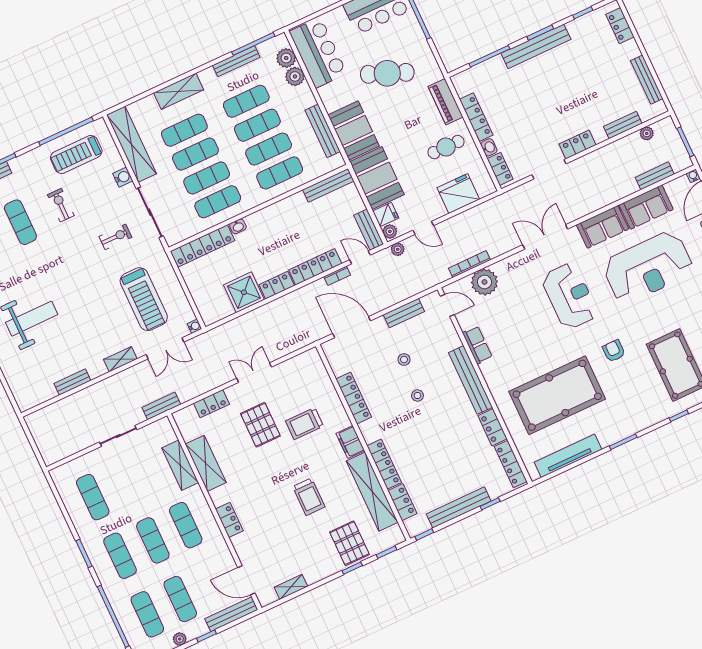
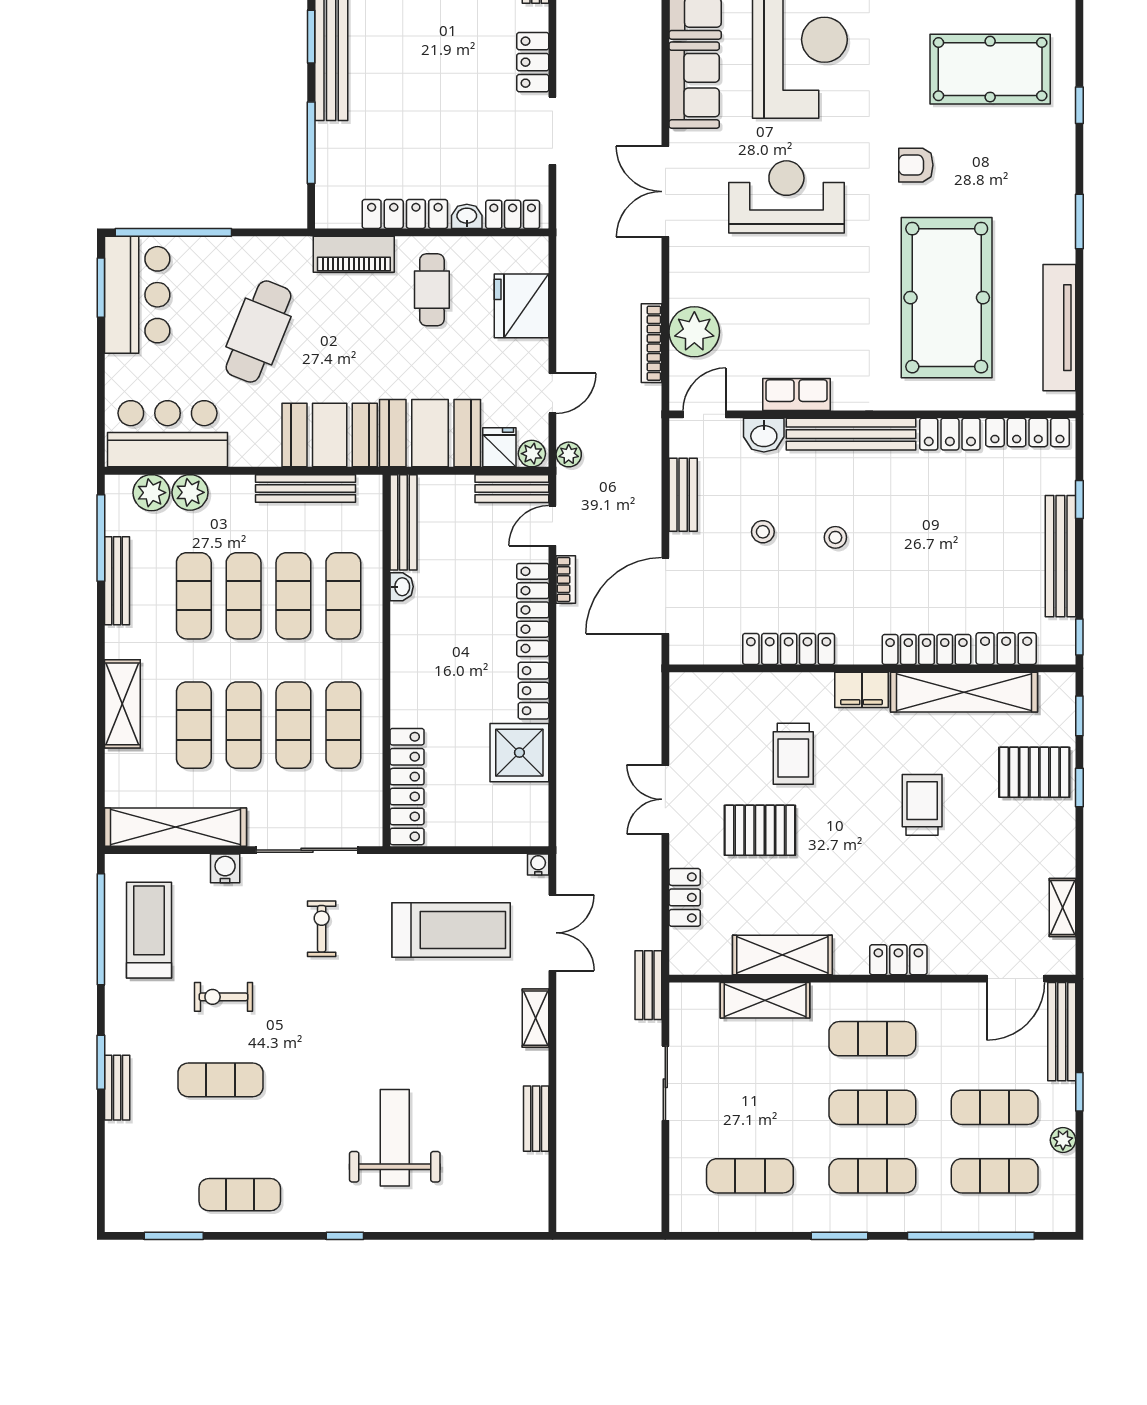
treadmill: (76, 154) -> (149, 930), turned 180
washbasin: (238, 226) -> (402, 587), moved
washbasin: (451, 338) -> (764, 435), added
trolley: (309, 497) -> (922, 805), turned -90

